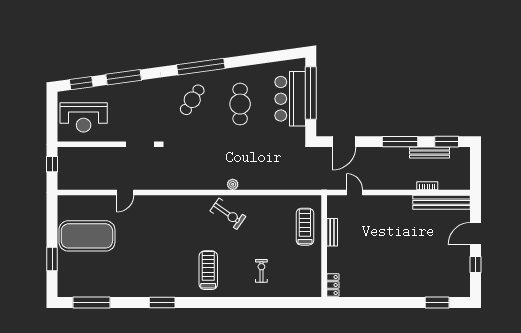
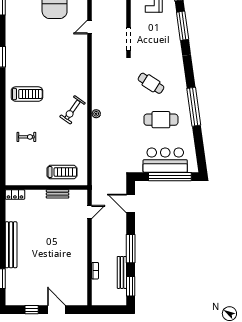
window: (201, 67) -> (194, 107), moved
cafe table: (192, 100) -> (151, 83), moved
door: (125, 193) -> (90, 27), hinge flipped
bench: (442, 202) -> (11, 245), moved

